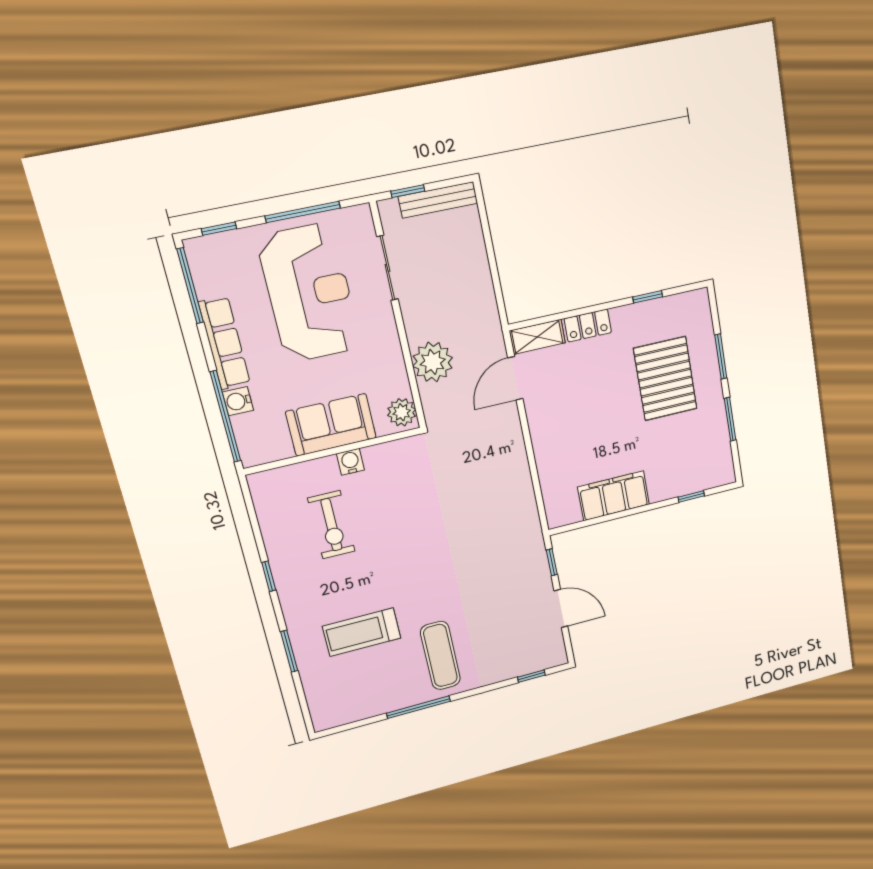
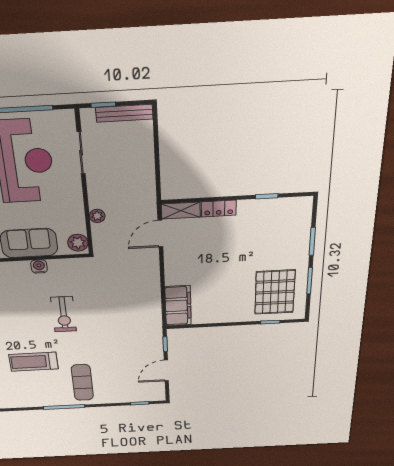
plant: (433, 362) -> (97, 216), width x0.53, depth x0.53
pallet: (665, 379) -> (275, 292), moved
filing cabinet: (614, 496) -> (178, 306), moved, turned 90
exercise bike: (331, 525) -> (64, 314), moved
door: (561, 609) -> (166, 370), swing flipped

